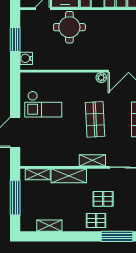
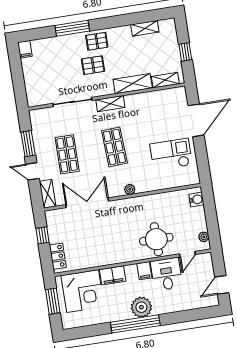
plant: (25, 22) -> (204, 237), added
window: (15, 39) -> (211, 217), removed
plant: (101, 78) -> (130, 189), moved
window: (15, 198) -> (185, 52), width x0.46

